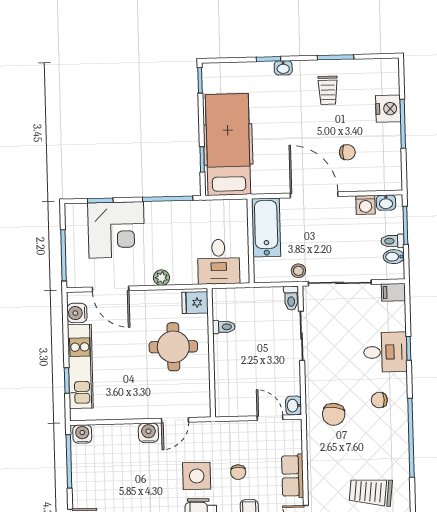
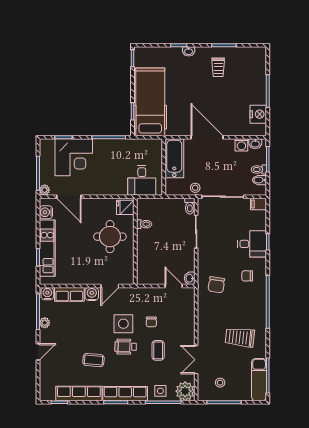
nightstand: (388, 109) -> (258, 114), moved
chair: (347, 152) -> (230, 109), removed
plant: (162, 278) -> (45, 190), moved
row of seats: (293, 476) -> (69, 294), moved, turned -90
plant: (79, 478) -> (45, 323), added

